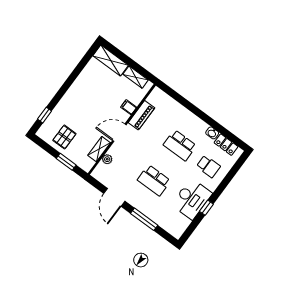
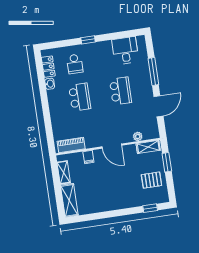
piano: (141, 115) -> (71, 145), moved
shelving: (99, 149) -> (148, 147), moved
school desk: (208, 166) -> (75, 64), turned 180
desk: (192, 199) -> (125, 51), moved, width x0.73
window: (206, 208) -> (88, 40), moved

